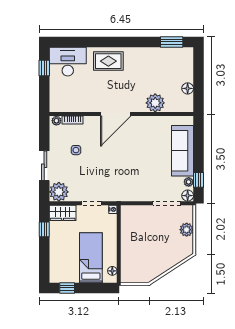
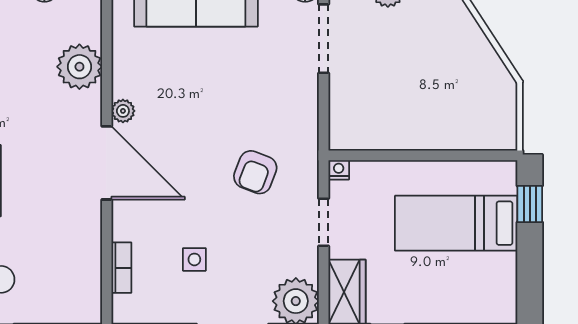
plant: (56, 121) -> (123, 111), moved
armchair: (112, 175) -> (255, 172), added
floor lamp: (112, 271) -> (488, 171), removed
window: (67, 288) -> (530, 204), moved

